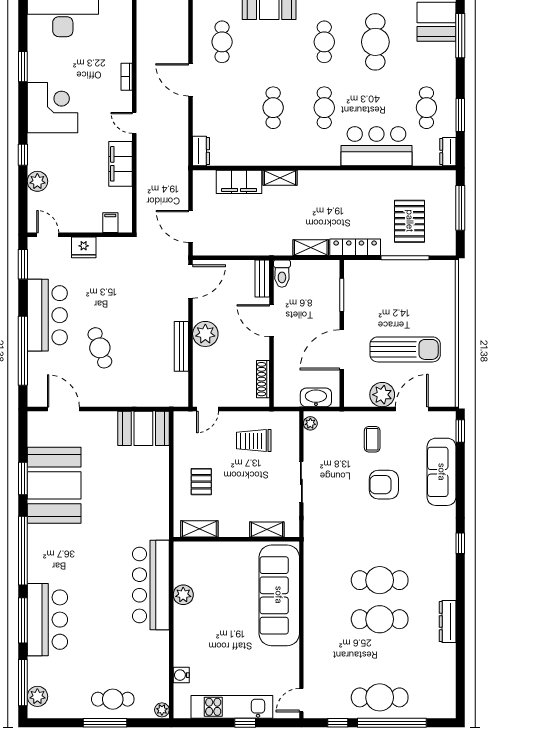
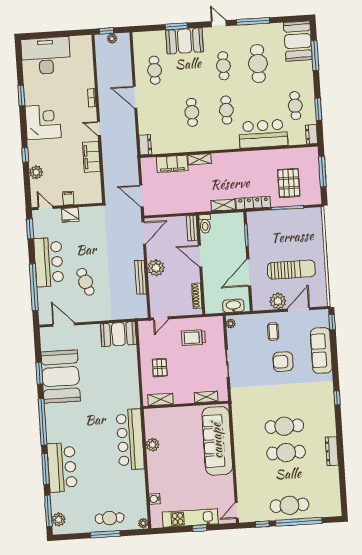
filing cabinet: (110, 223) -> (68, 198), moved

